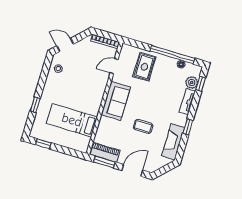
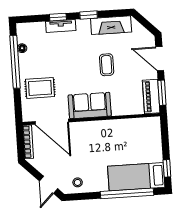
door: (114, 66) -> (52, 122), width x1.87
plant: (192, 82) -> (38, 29), removed
window: (201, 84) -> (58, 17), moved
window: (35, 105) -> (127, 193), width x3.17
bed: (72, 120) -> (136, 177), moved, turned 90

